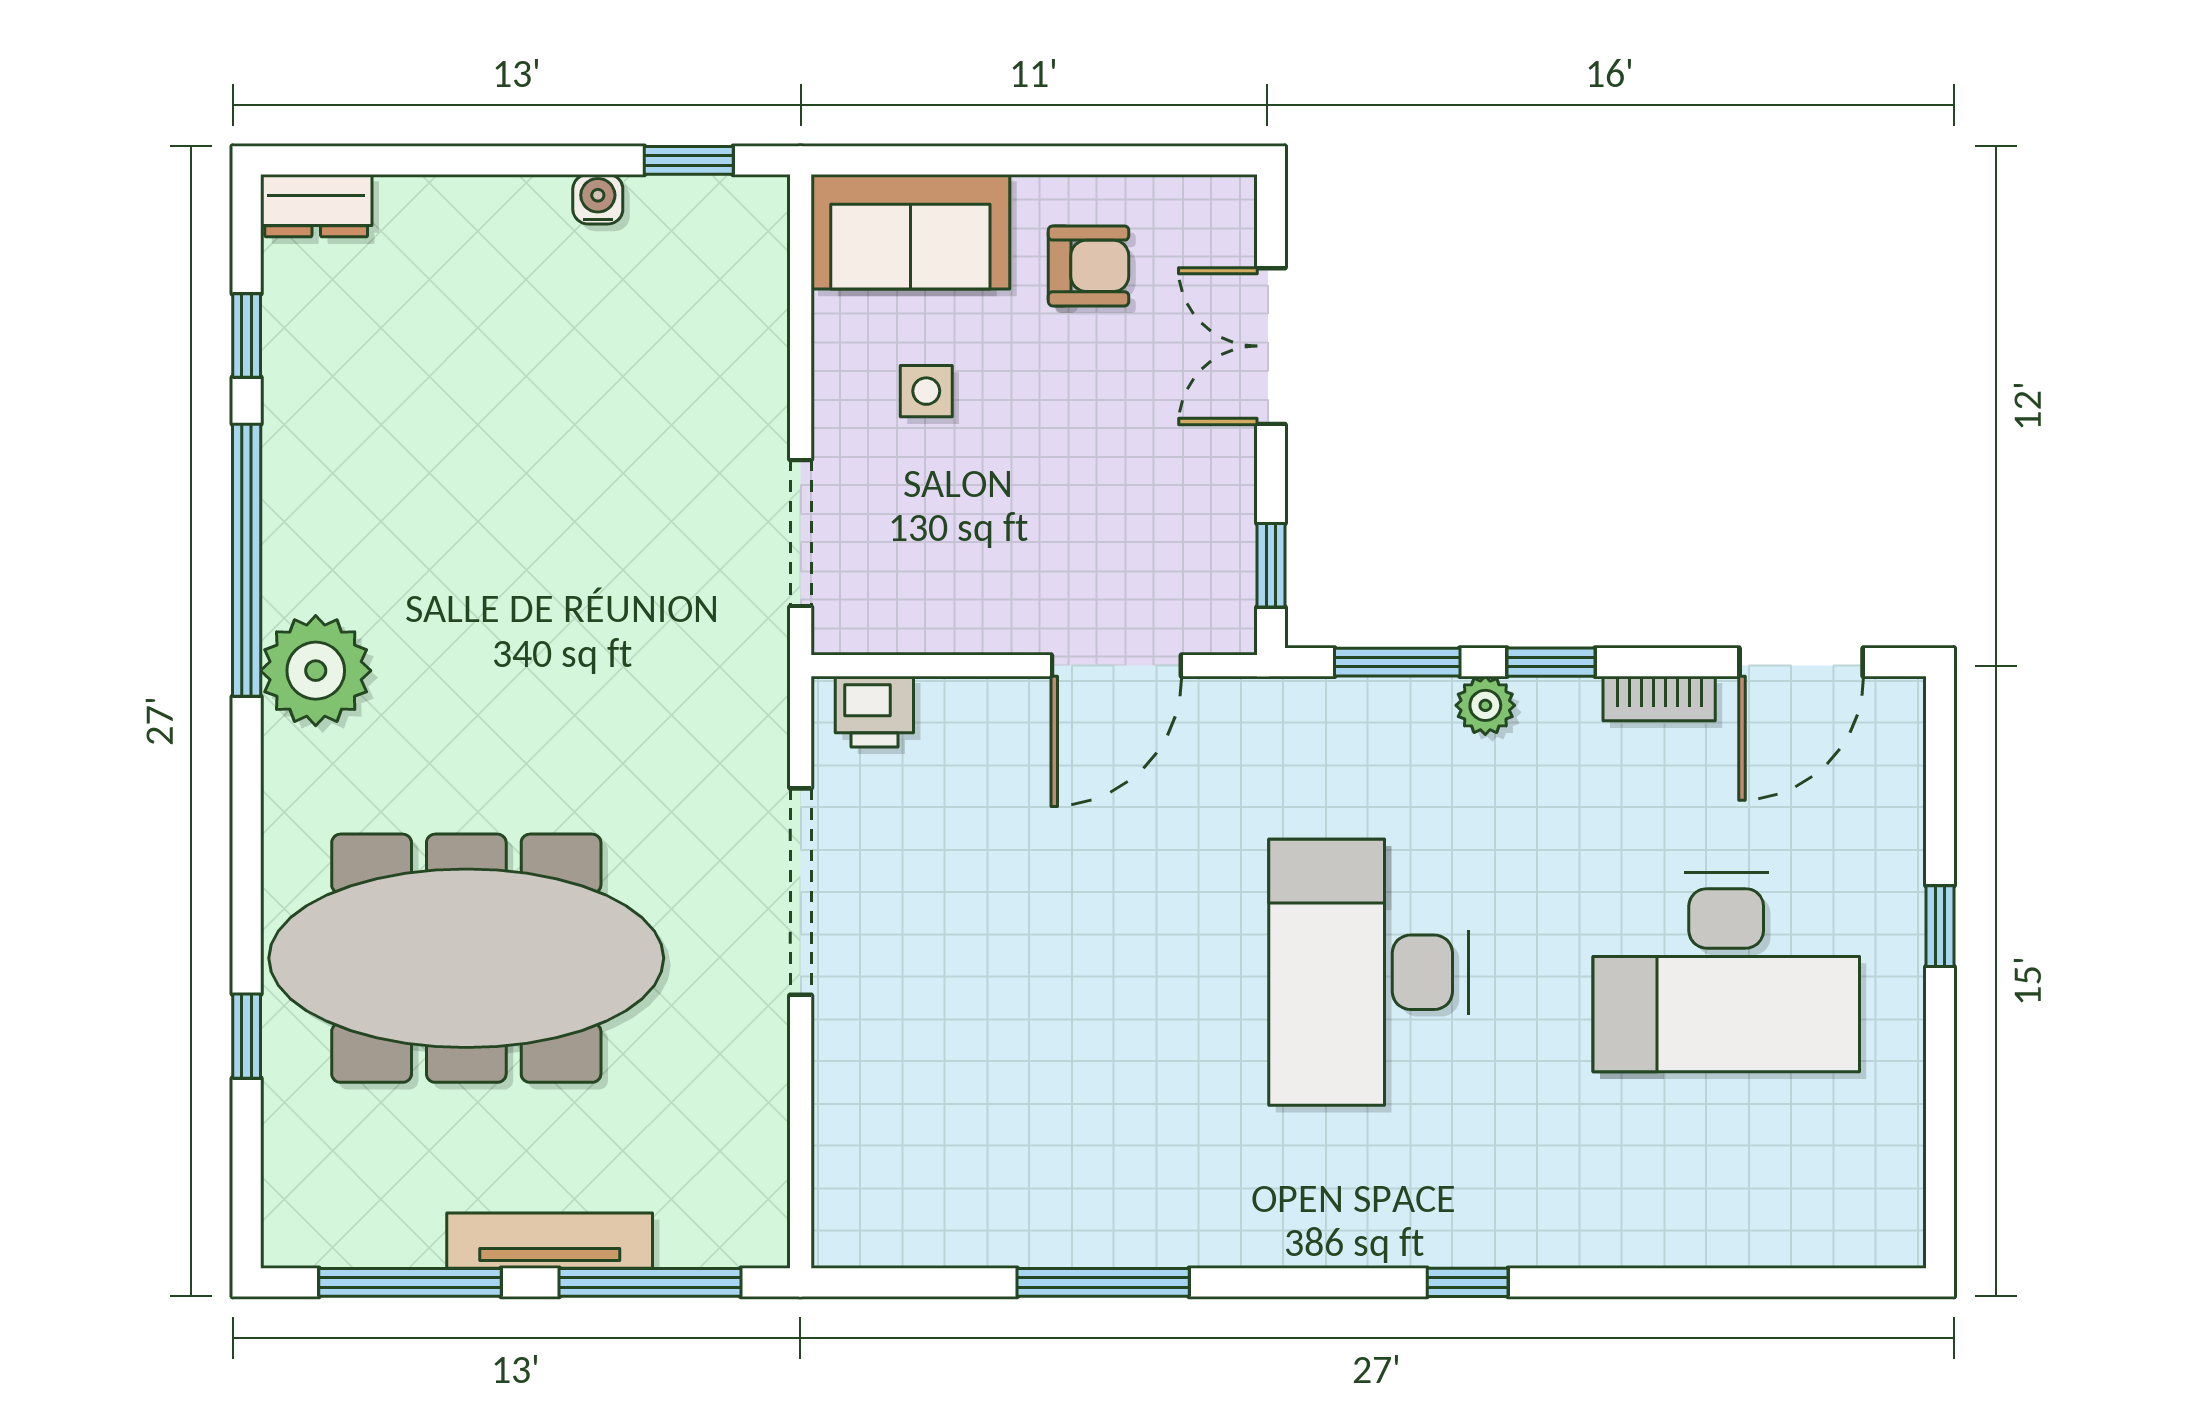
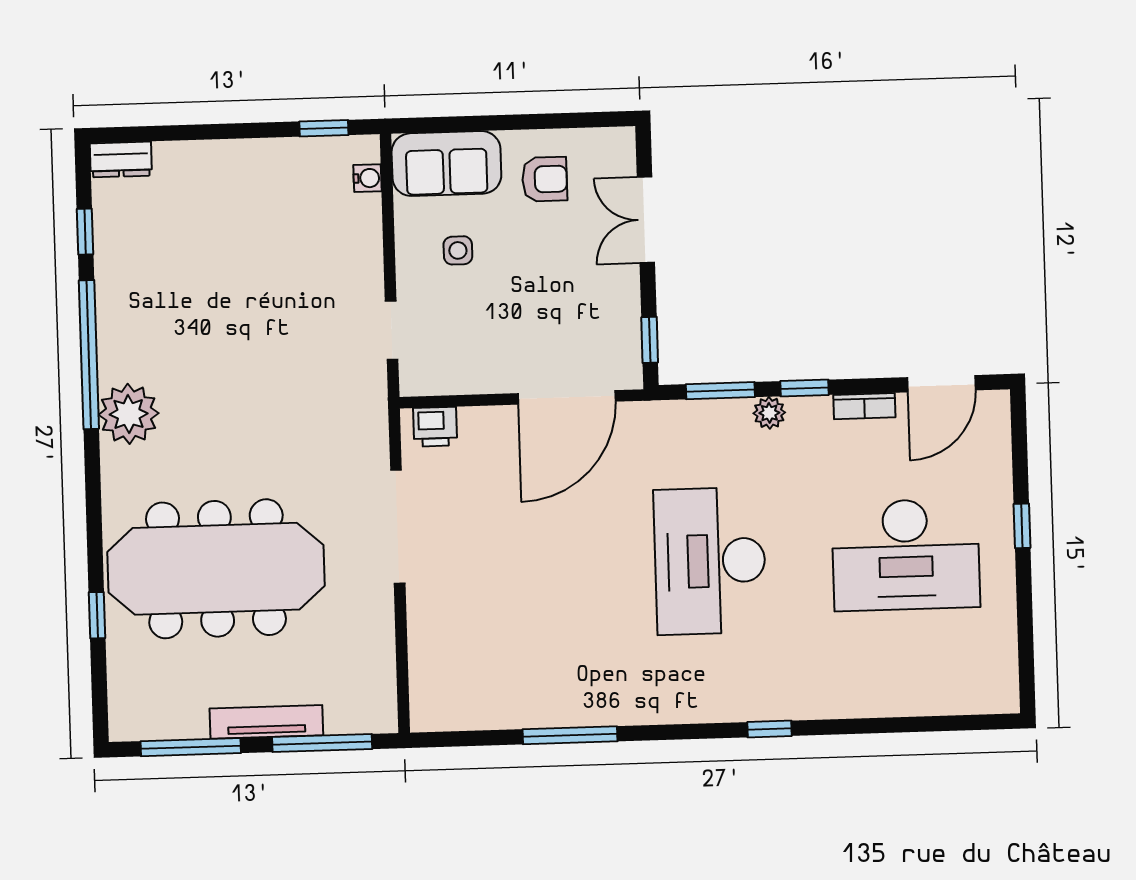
water cooler: (598, 199) -> (367, 178), moved, turned 90
doorway: (801, 533) -> (392, 330), width x0.73
door: (1116, 666) -> (567, 397), width x1.36

